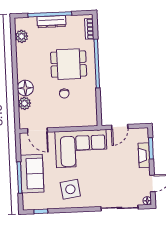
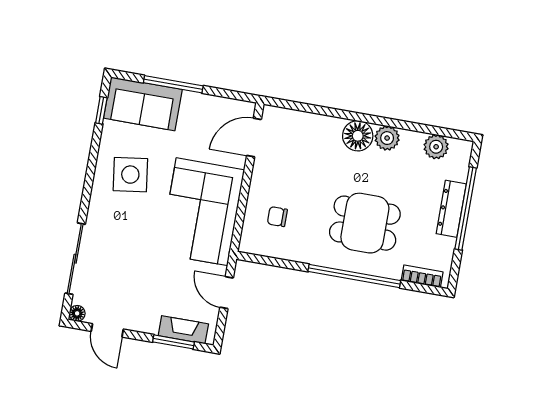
dining table: (69, 64) -> (365, 223), turned 90
floor lamp: (25, 88) -> (358, 136), moved
chair: (64, 94) -> (277, 217), moved
plant: (24, 103) -> (387, 138), moved
fireplace: (144, 155) -> (183, 330), moved
sofa: (32, 174) -> (143, 104), moved

